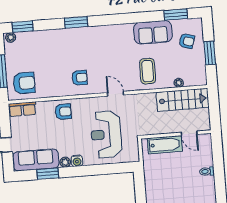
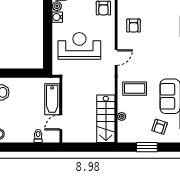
door: (189, 133) -> (61, 122), moved
wall: (176, 134) -> (61, 110), moved
bathtub: (165, 145) -> (52, 99), moved

